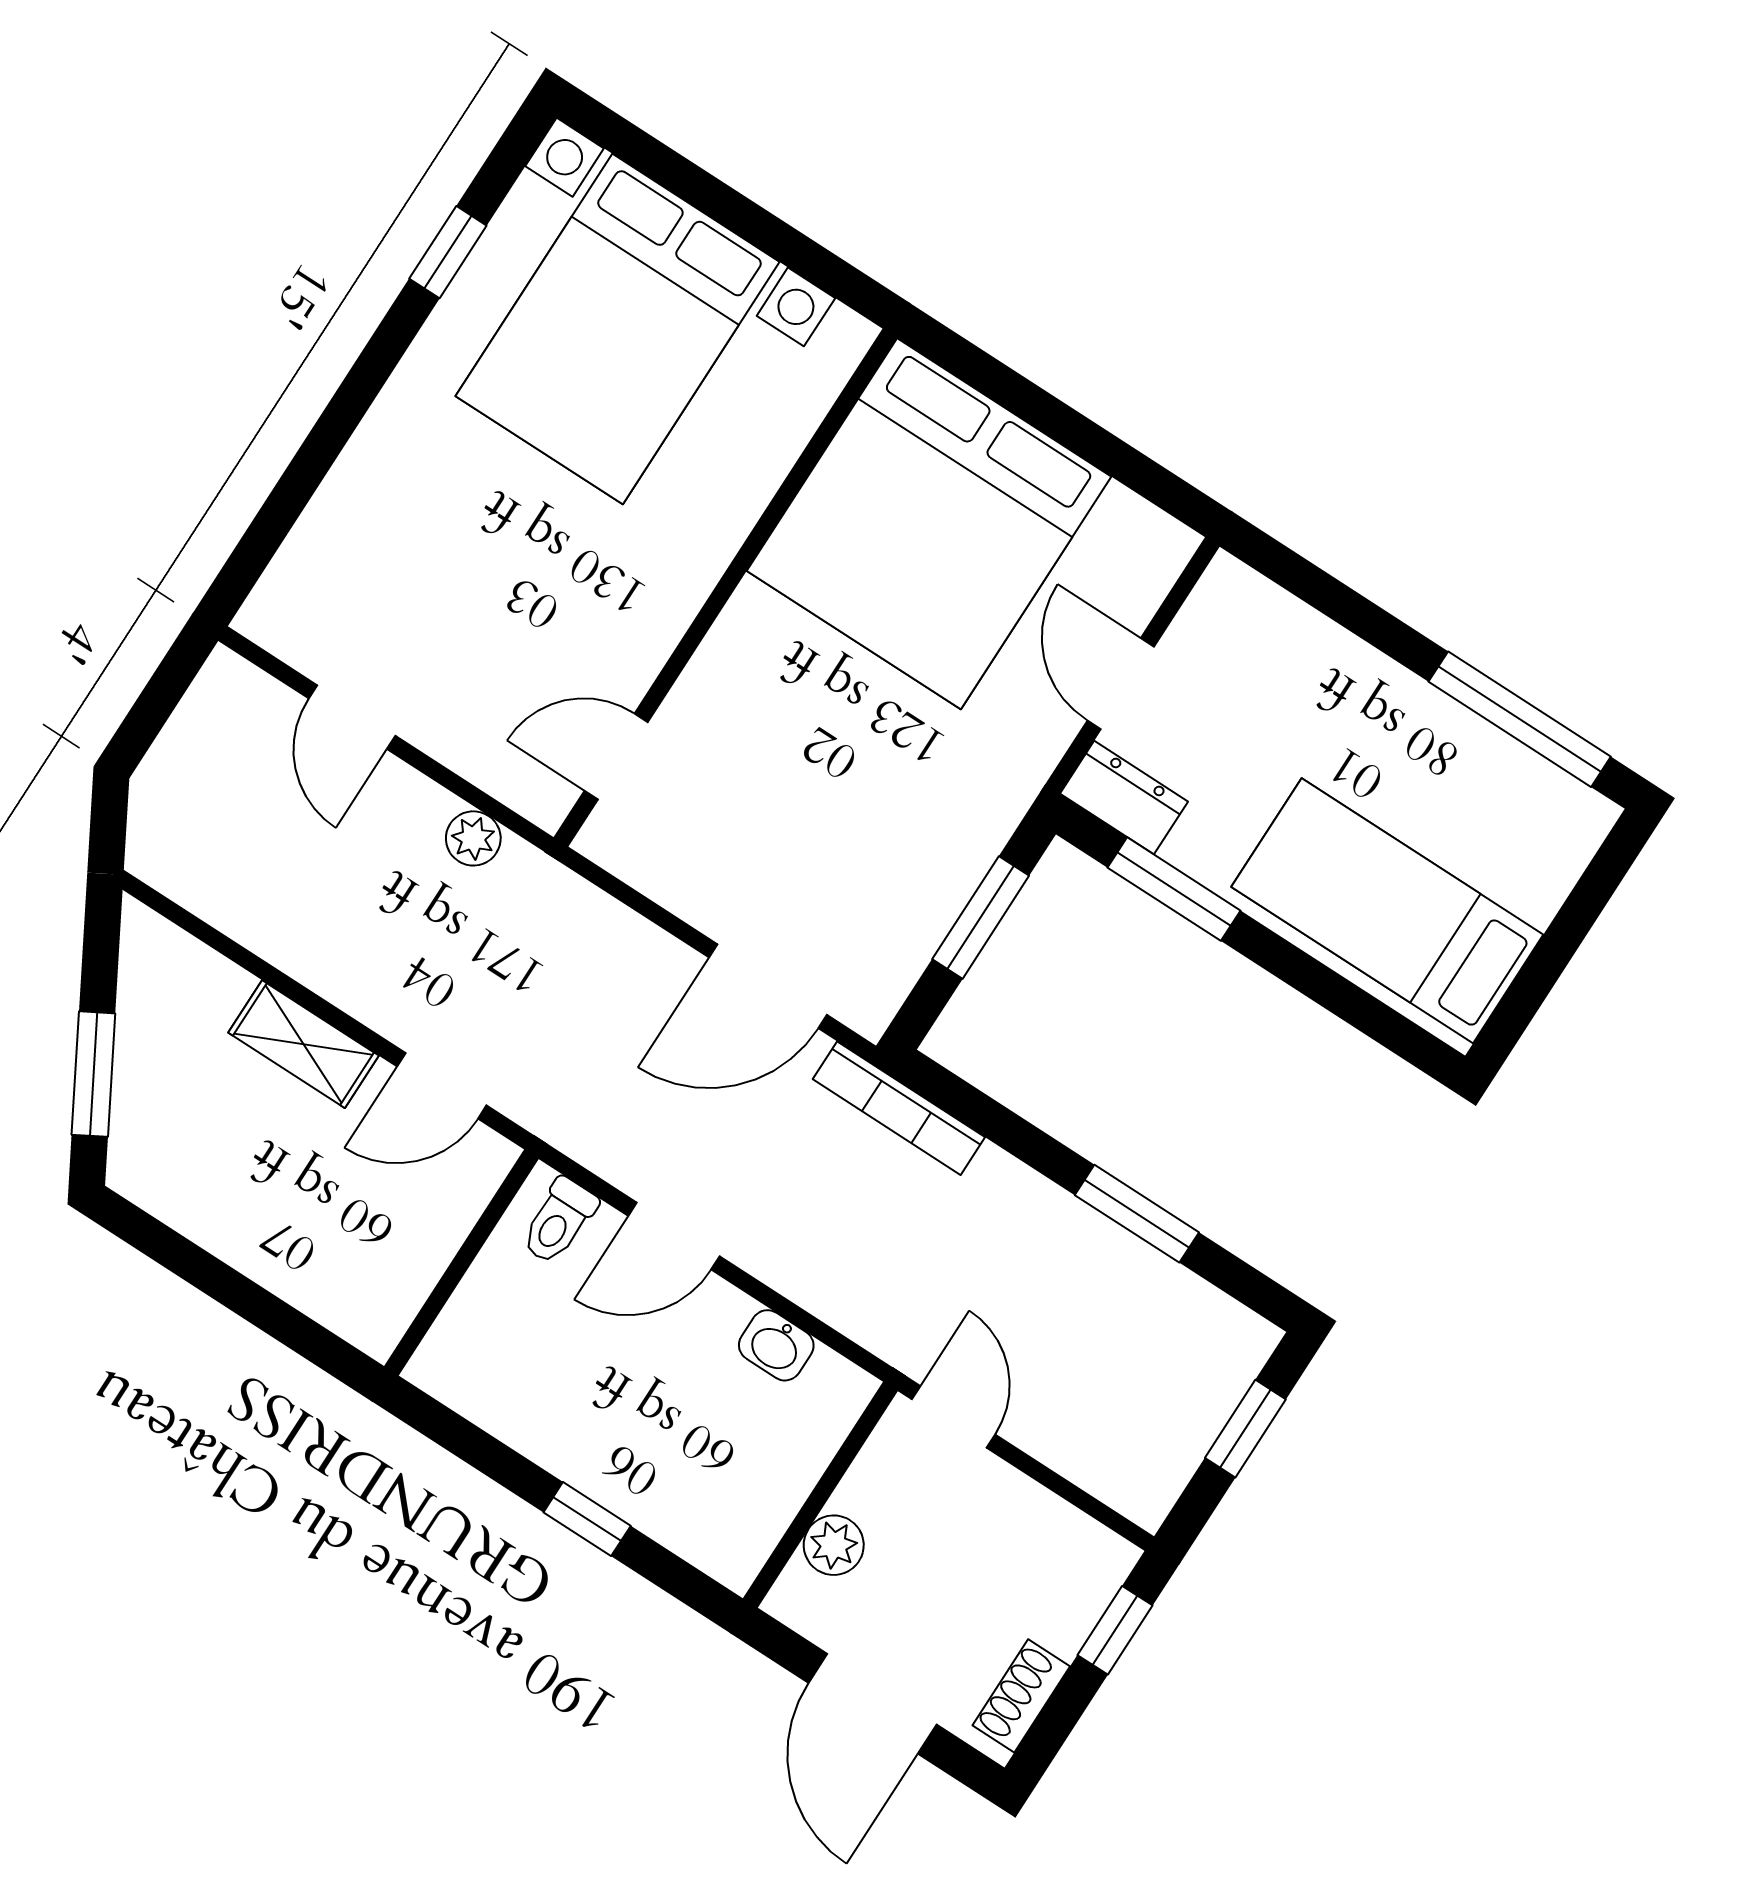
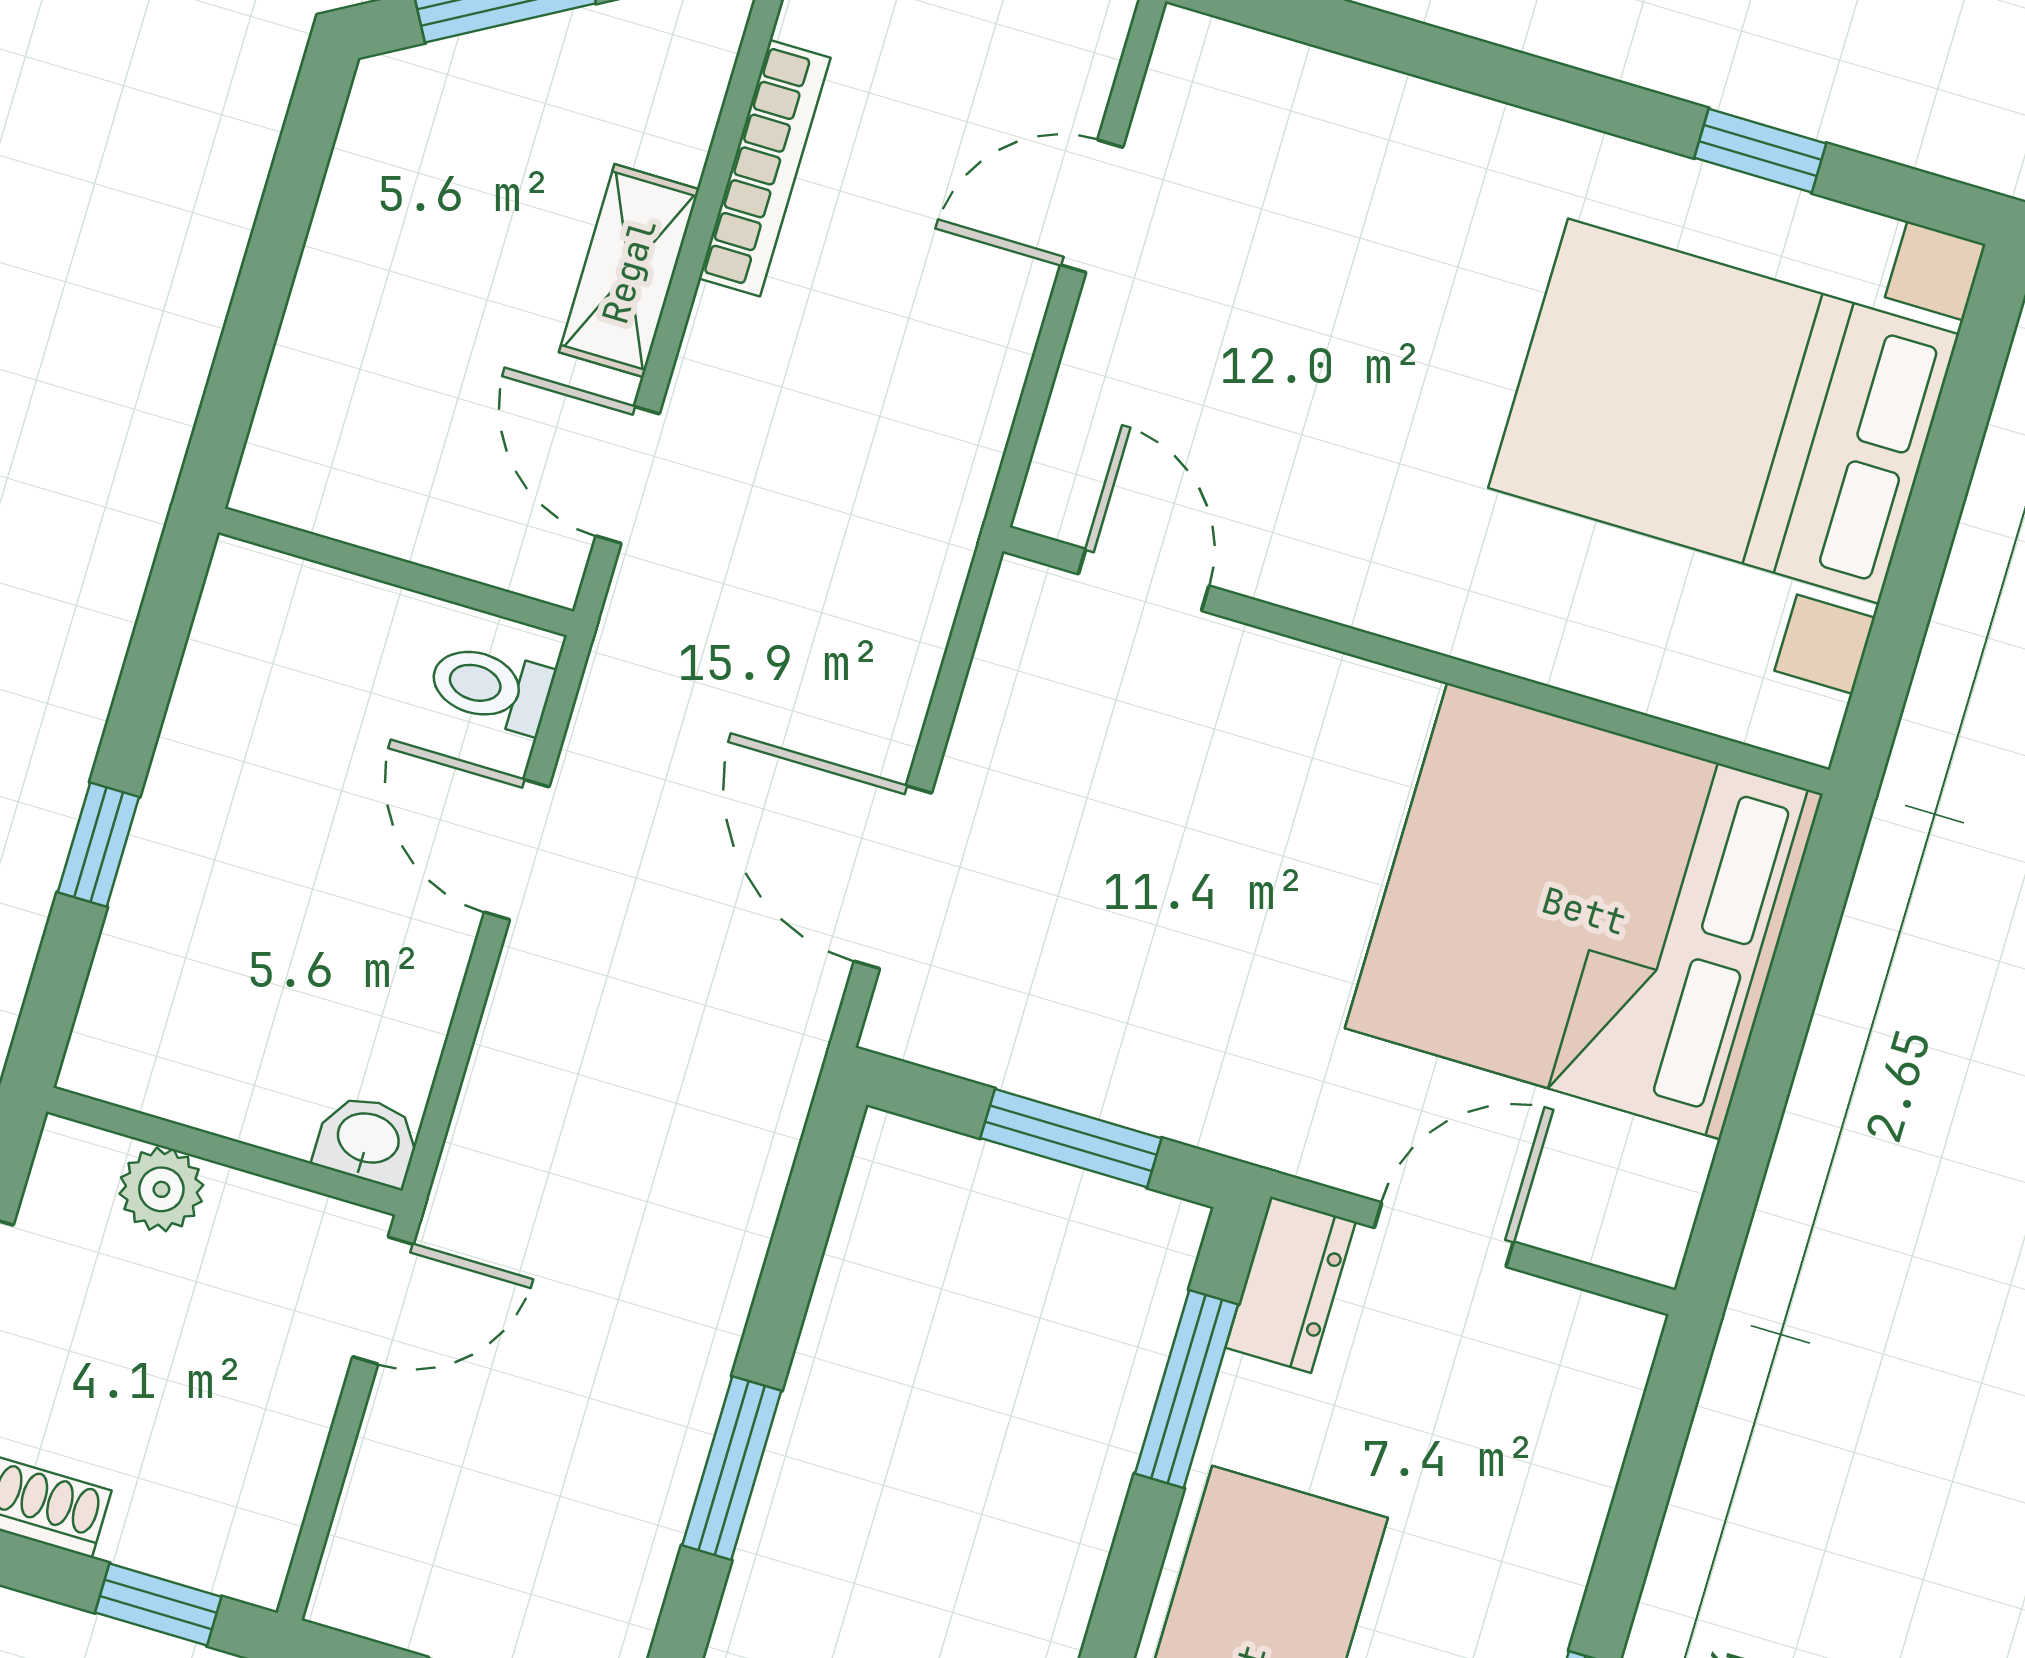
plant: (473, 838) -> (976, 419), removed
bookcase: (899, 1108) -> (765, 168), moved, turned 180
washbasin: (776, 1345) -> (368, 1140), moved, turned 90

